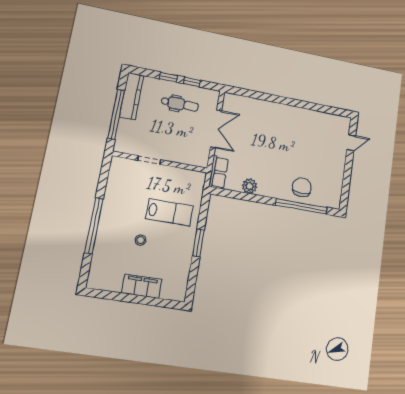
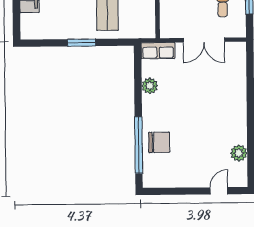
plant: (321, 119) -> (239, 153), added
door: (351, 143) -> (219, 191), swing flipped

